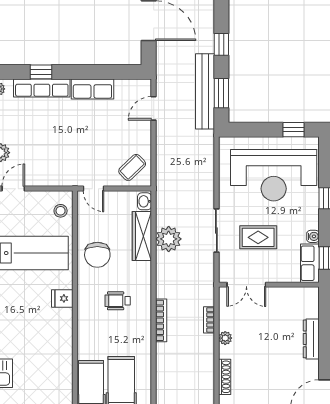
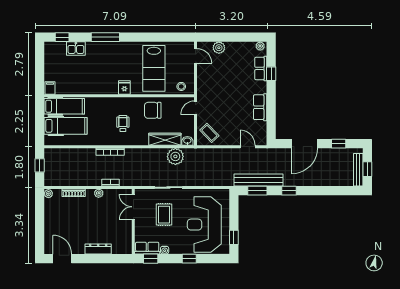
row of seats: (42, 88) -> (261, 68), width x0.68
plant: (169, 239) -> (175, 156), moved

